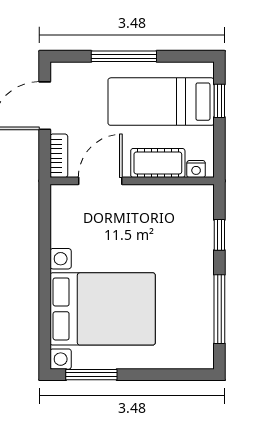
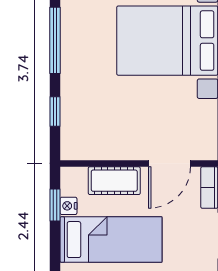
window: (219, 101) -> (55, 205), moved
nightstand: (196, 169) -> (69, 206), moved, turned -90

